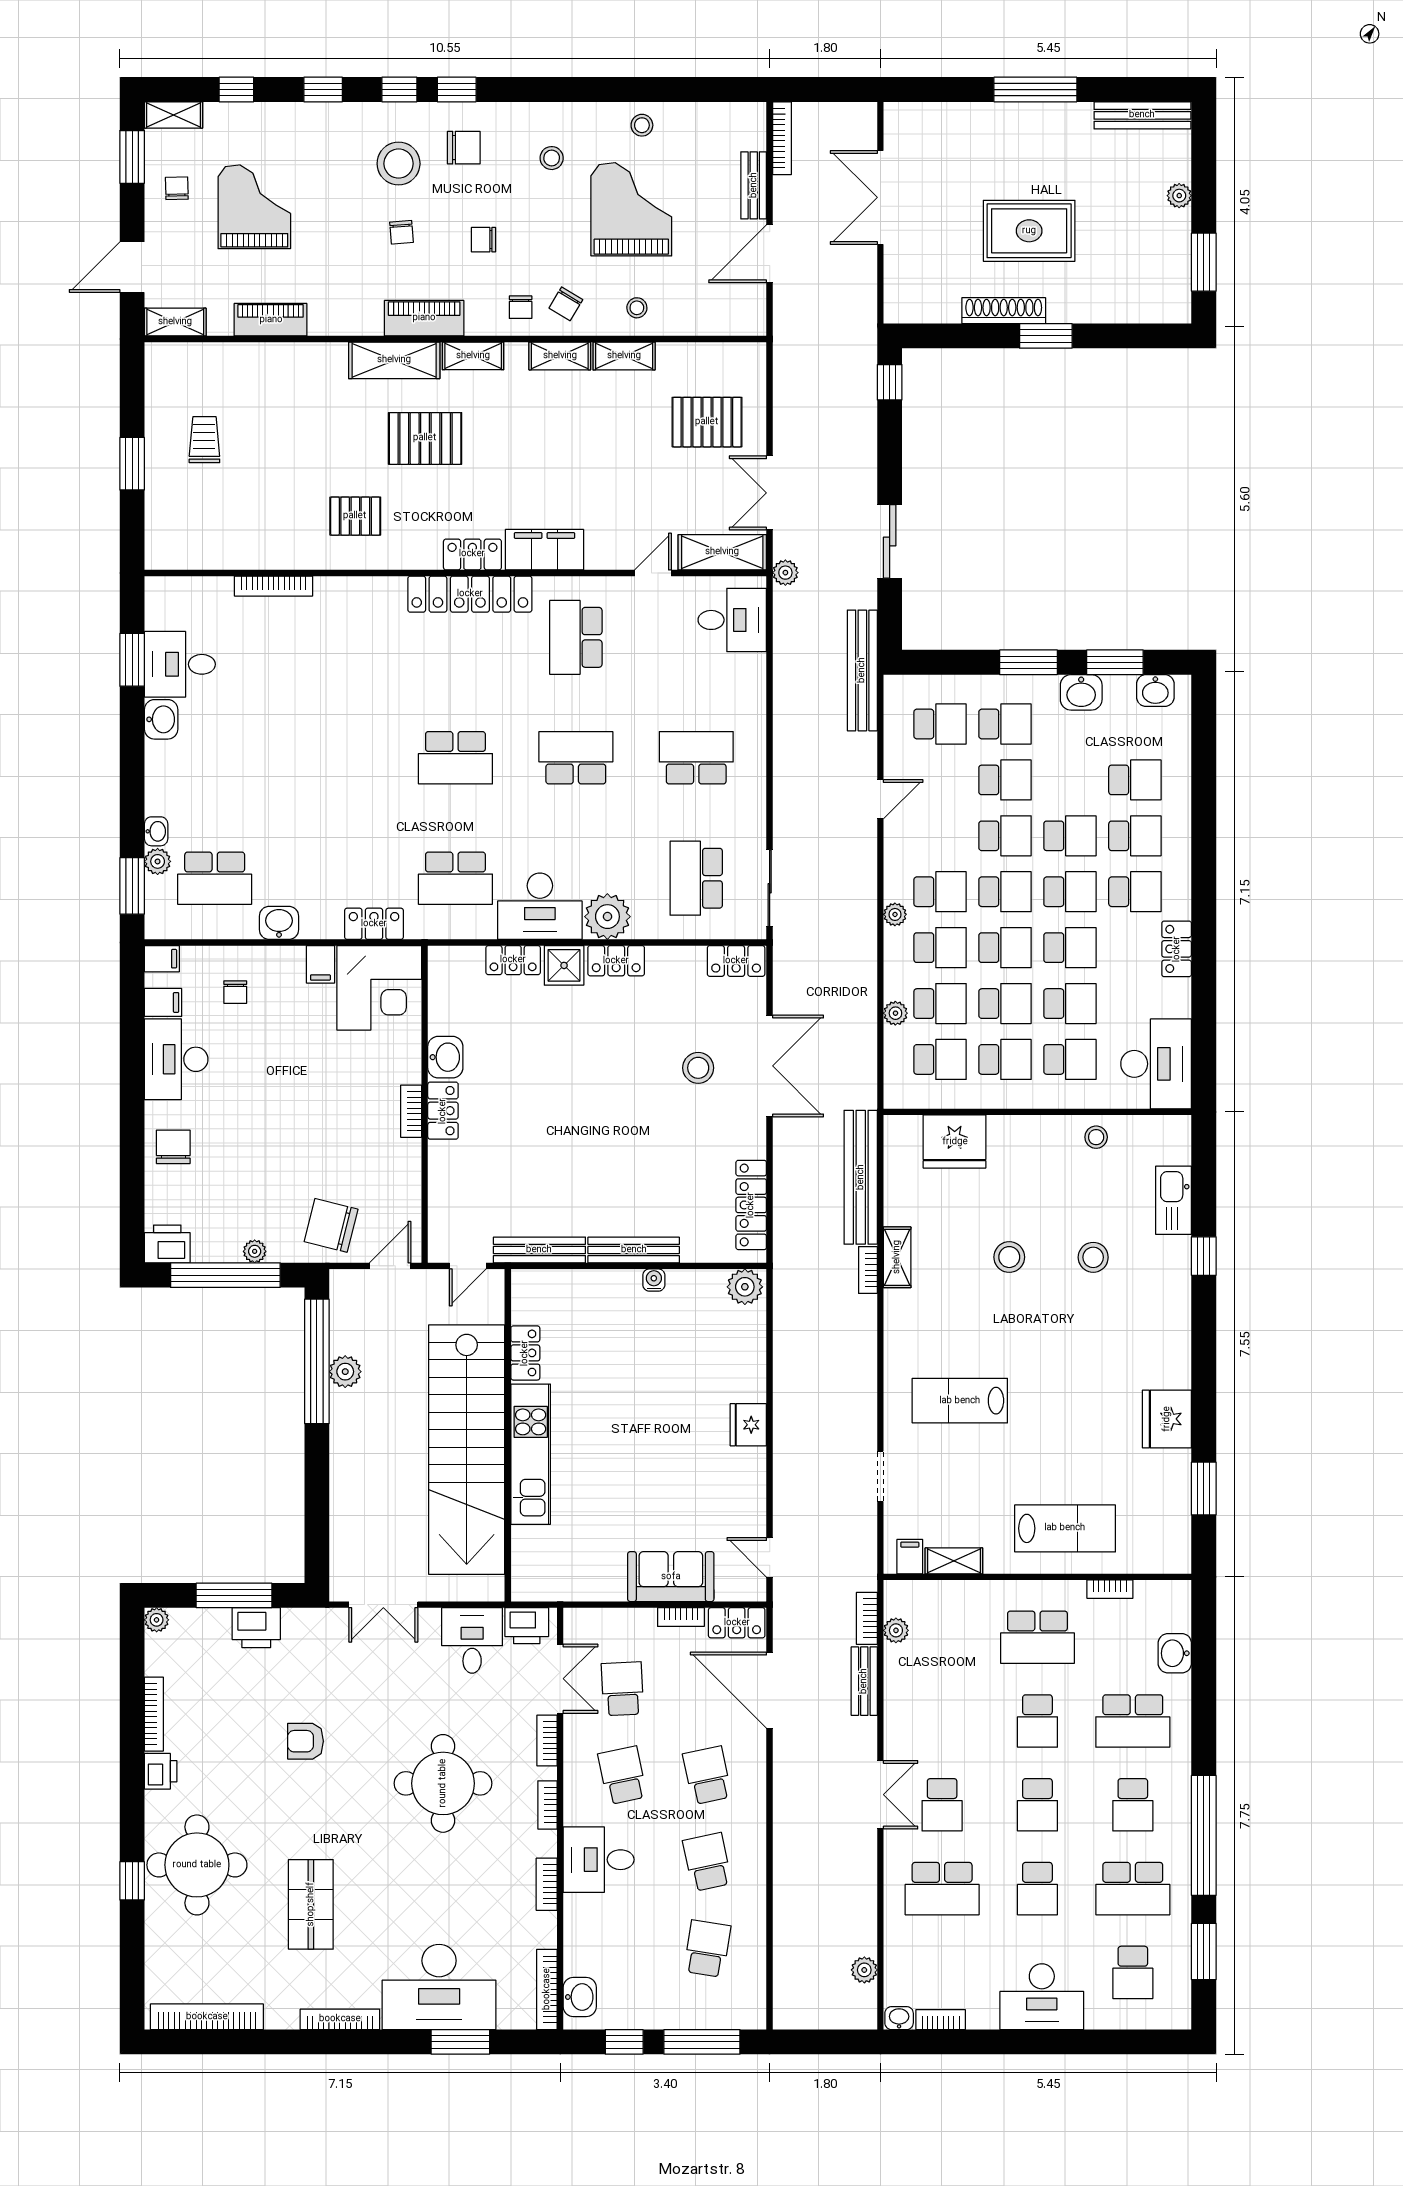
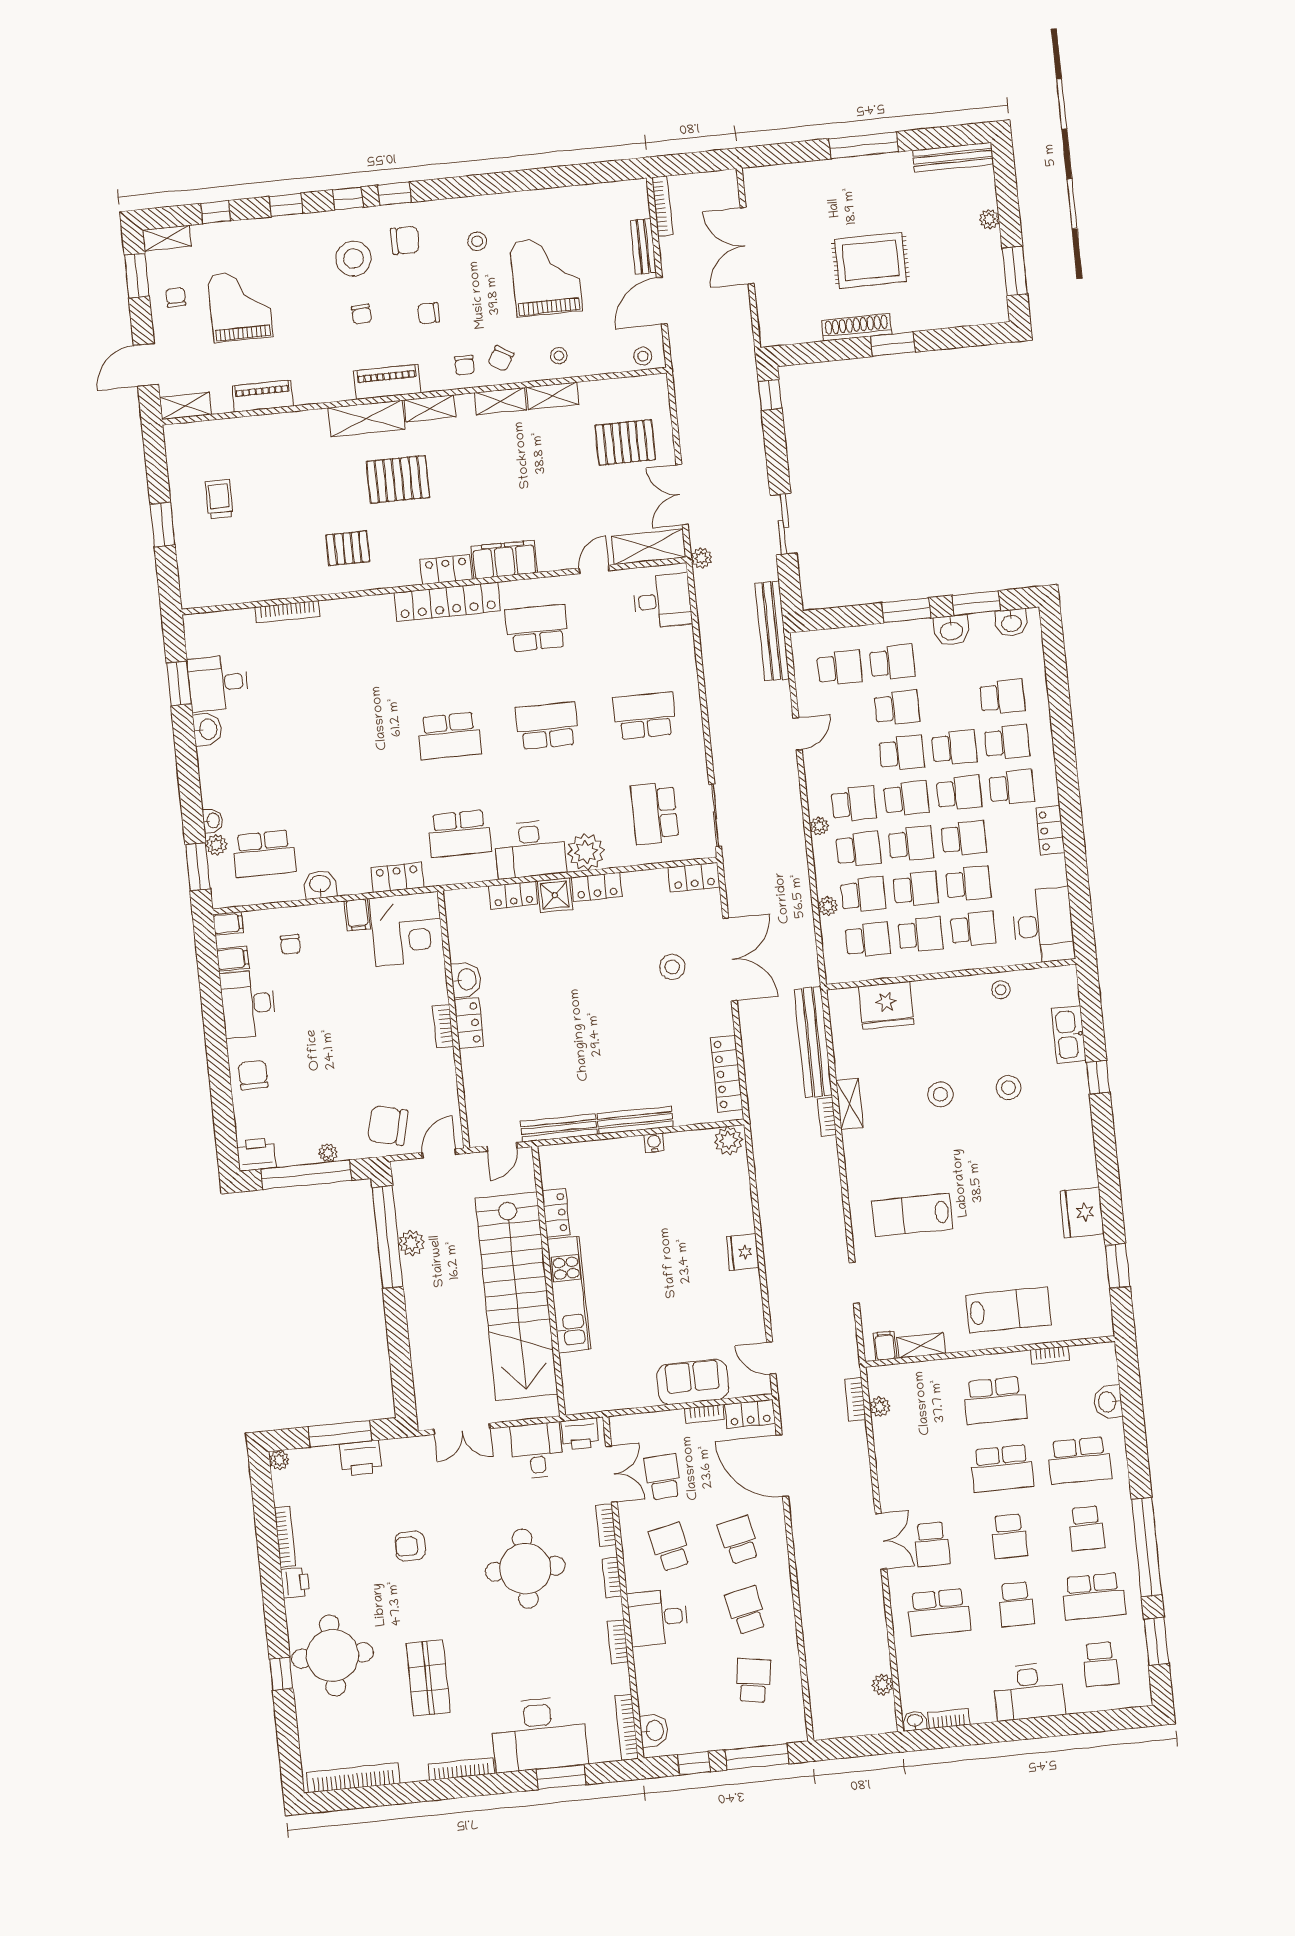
stool: (642, 125) -> (643, 356), moved
school desk: (576, 637) -> (537, 628), turned 90
bench: (864, 1681) -> (858, 1450), removed
school desk: (1037, 1721) -> (1002, 1468), width x1.85

